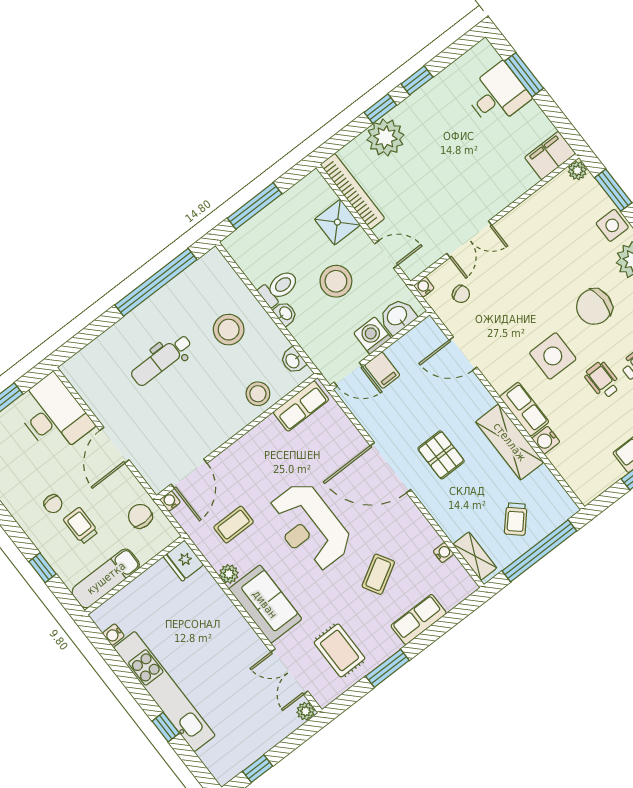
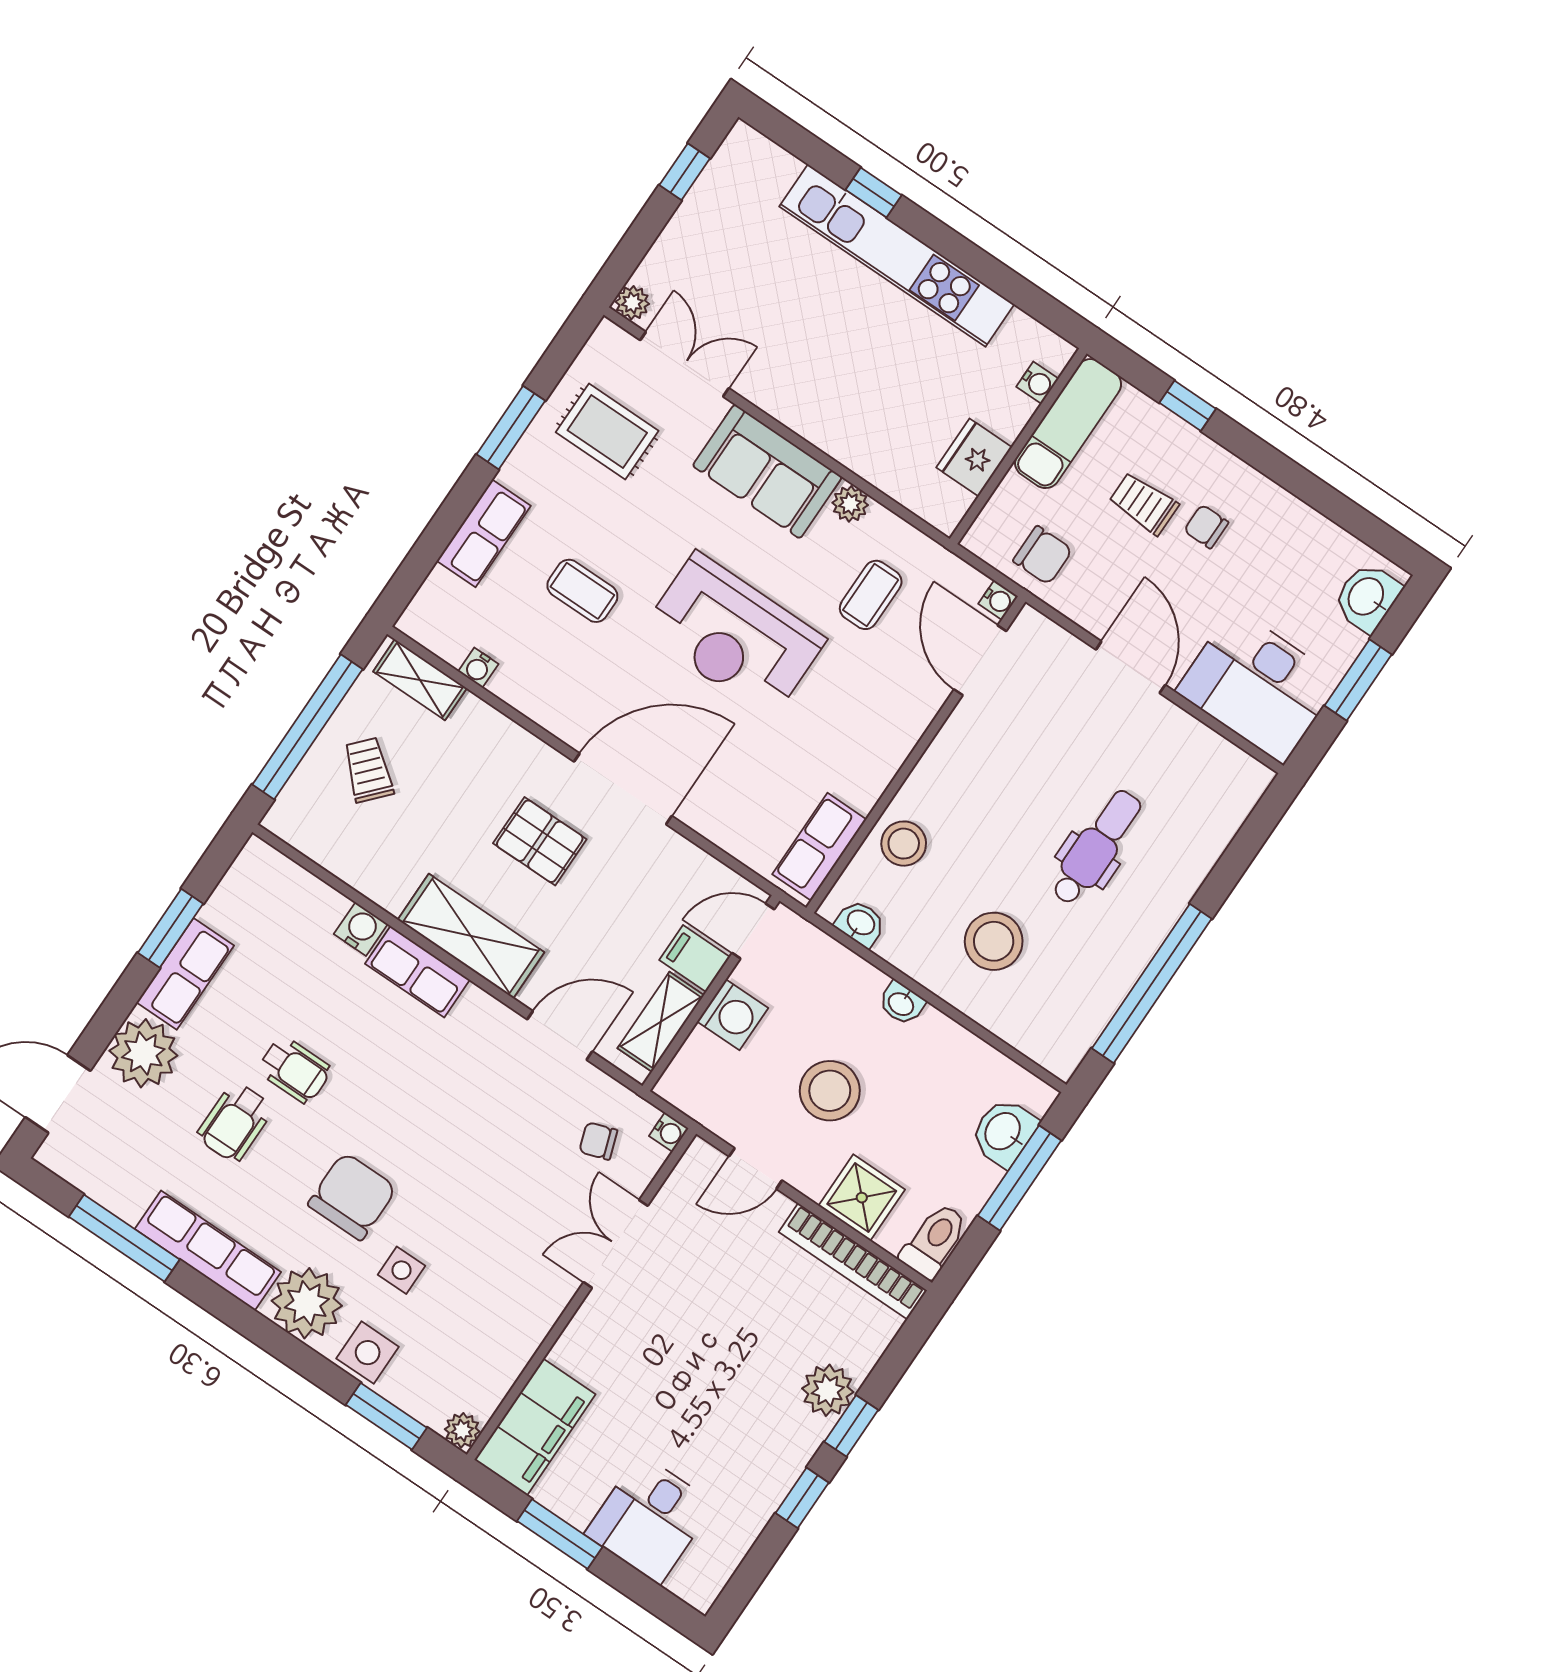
window: (524, 75) -> (560, 1534), moved
plant: (385, 137) -> (828, 1390), width x0.73, depth x0.73
filing cabinet: (550, 156) -> (535, 1427), width x1.50, depth x1.17
toilet: (279, 288) -> (934, 1241), moved, turned 180
washbasin: (397, 316) -> (1004, 1132), moved, turned 180
shelving: (410, 344) -> (661, 1022), added
side table: (553, 356) -> (401, 1270), moved, width x0.54, depth x0.54
shelving: (510, 442) -> (471, 936), moved
trolley: (81, 526) -> (1144, 504), turned 180
reception desk: (309, 527) -> (734, 635), turned 180
fridge: (183, 561) -> (974, 457), moved, turned -90
coffee table: (378, 574) -> (582, 591), turned -60
water cooler: (113, 635) -> (1038, 383), moved, turned 90

